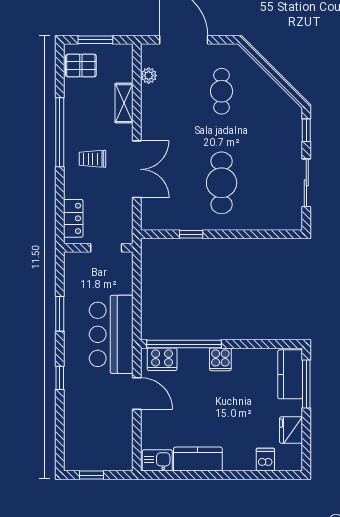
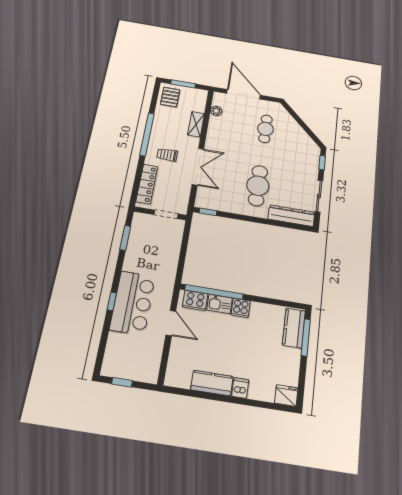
pallet: (81, 65) -> (170, 97), turned 90
locker: (73, 218) -> (147, 184), width x1.53
dresser: (272, 219) -> (291, 216), added
window: (191, 234) -> (208, 212), moved
window: (60, 314) -> (125, 238), moved
bar counter: (111, 334) -> (133, 303), moved, turned 180
fridge: (291, 430) -> (286, 395), moved, turned 90
kitchen sink: (157, 460) -> (219, 304), moved, turned 180
dishwasher: (265, 460) -> (240, 388), moved

